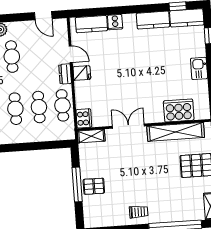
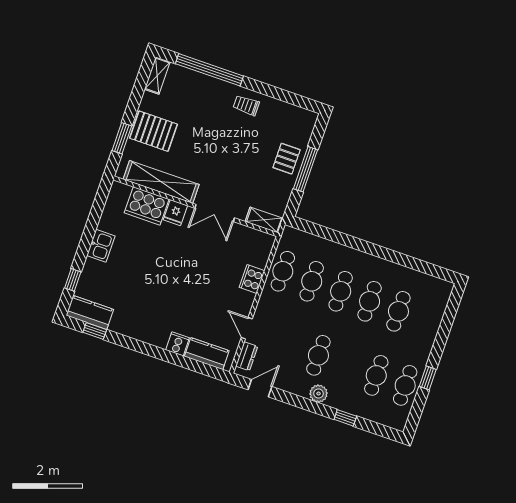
door: (43, 16) -> (260, 388), hinge flipped
kitchen counter: (153, 20) -> (131, 327), removed
fridge: (82, 73) -> (175, 213), moved, turned -90
dresser: (65, 74) -> (247, 356), moved
cooker: (84, 118) -> (252, 279), moved
pallet: (94, 186) -> (287, 159), turned 90

